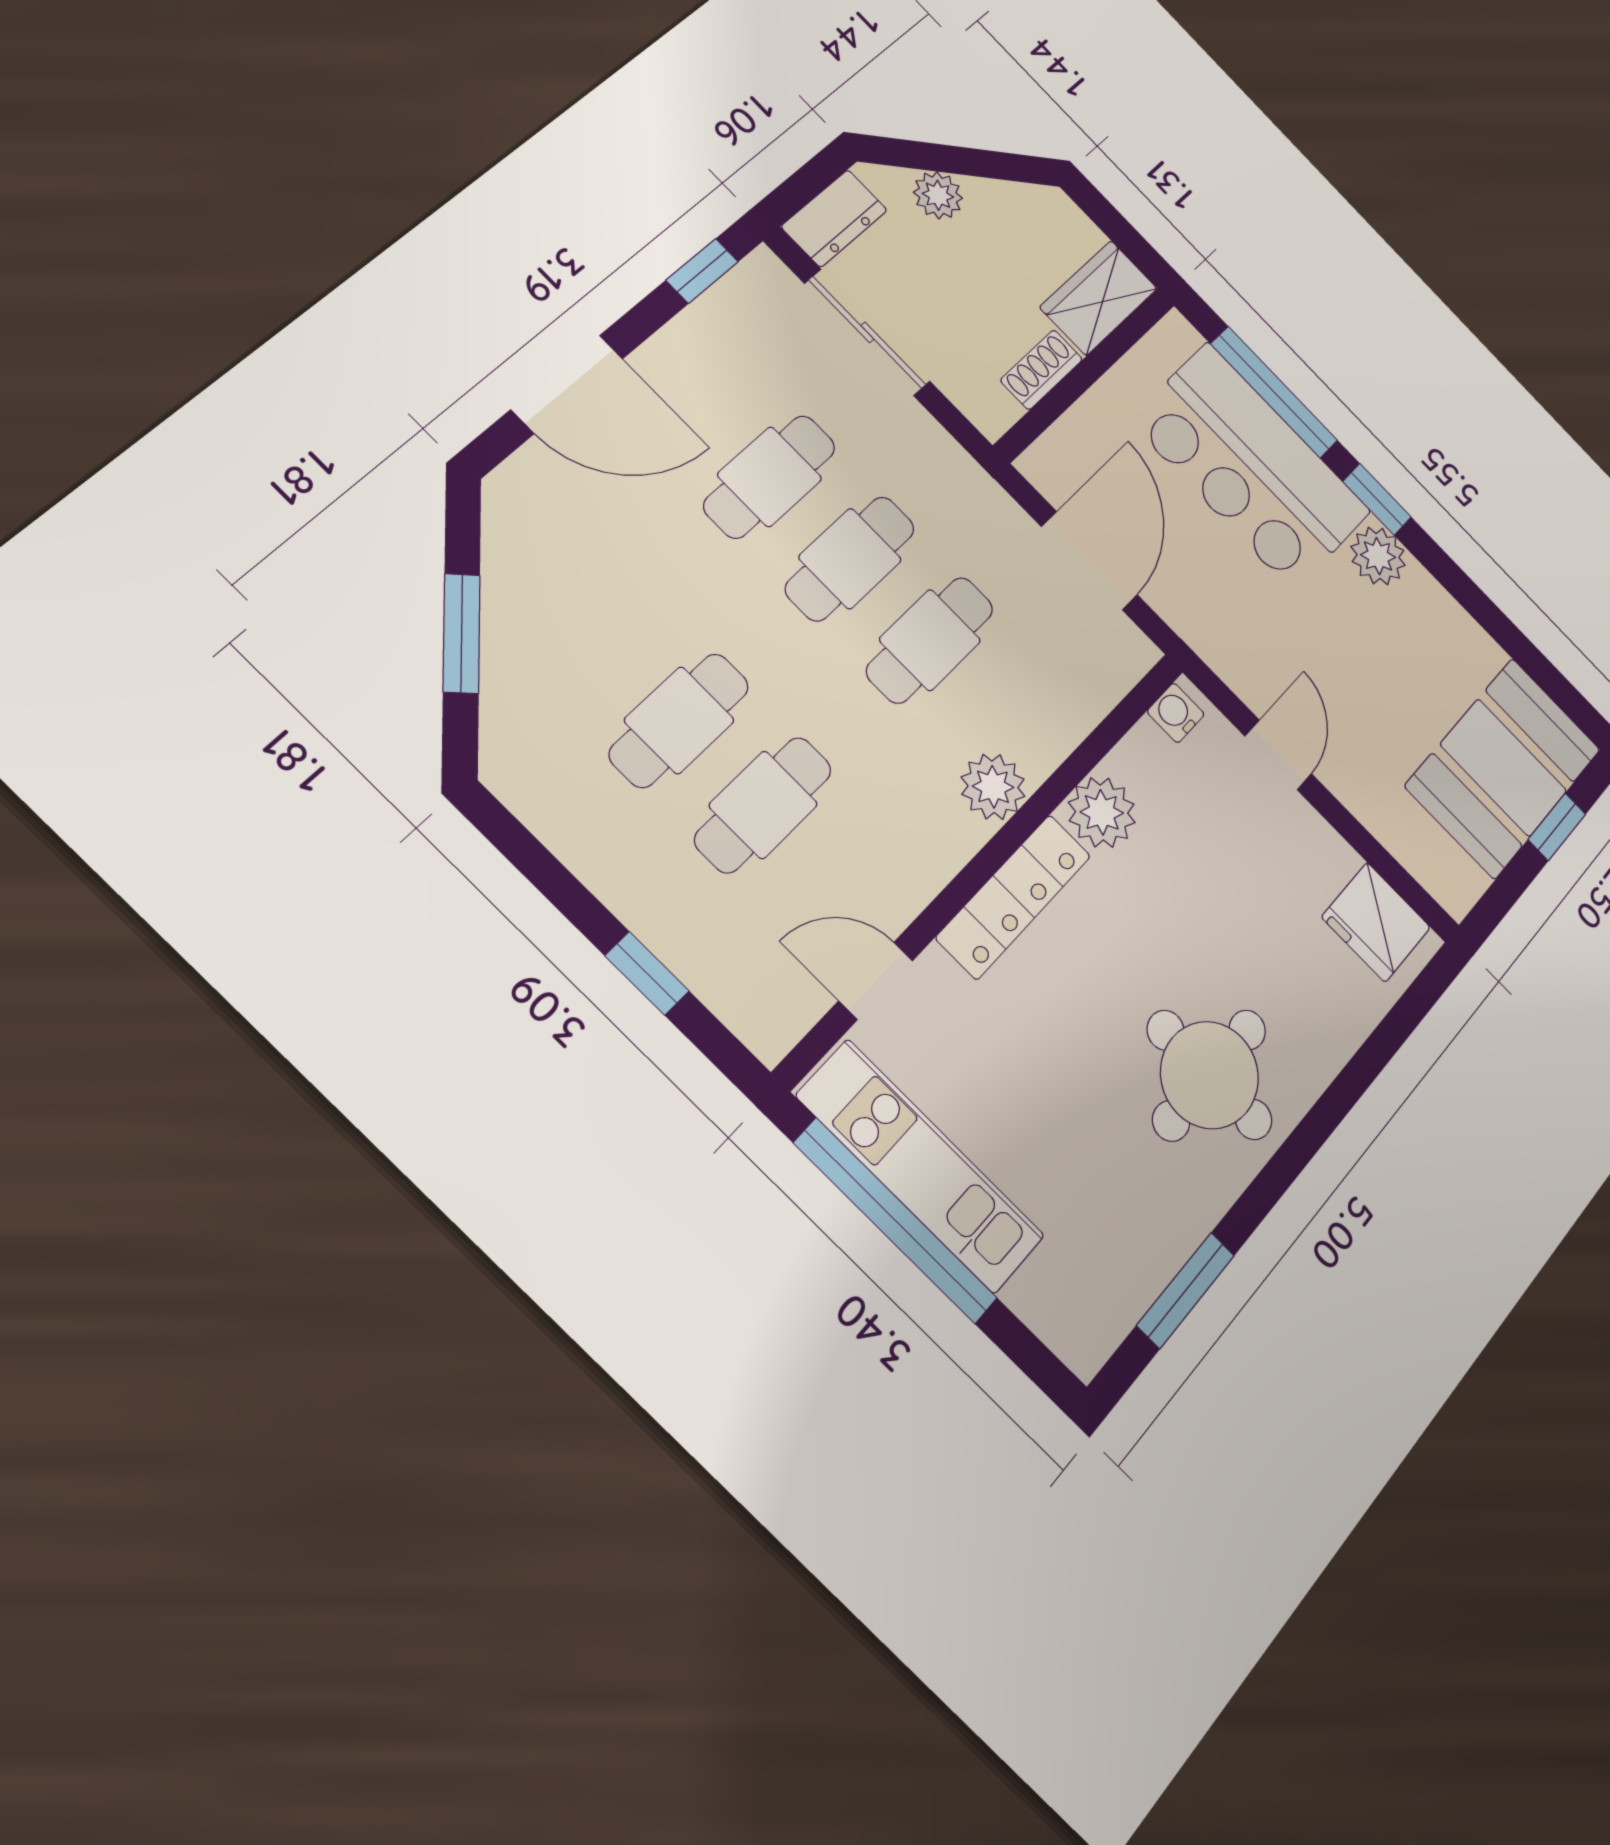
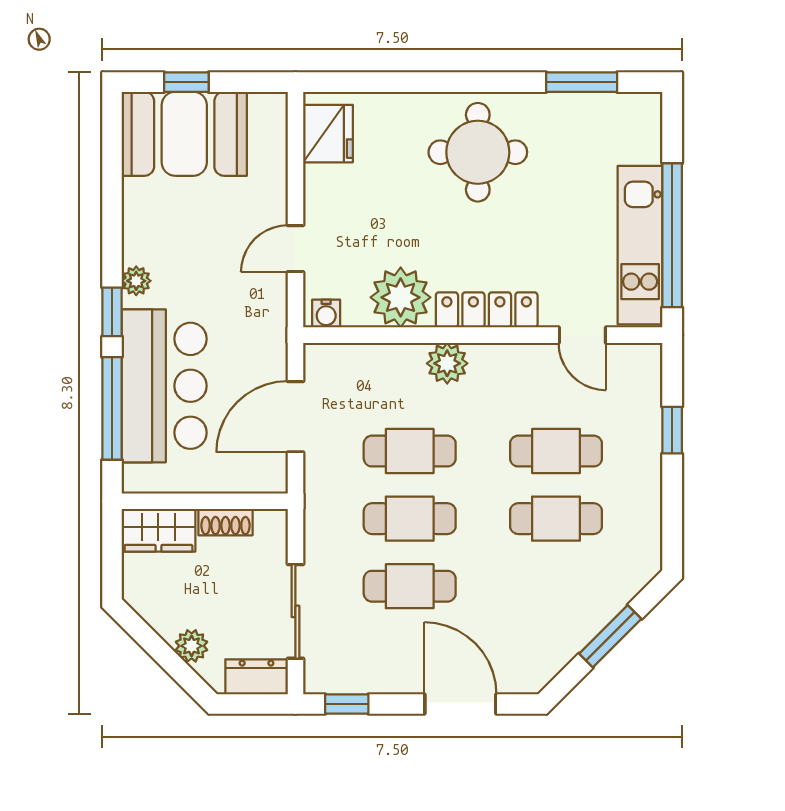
plant: (1378, 556) -> (136, 281), width x0.73, depth x0.73
plant: (1102, 812) -> (401, 297), width x1.36, depth x1.36

